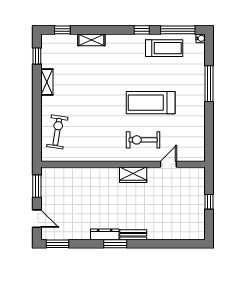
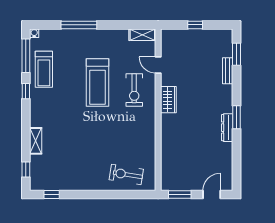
treadmill: (164, 48) -> (44, 69), turned 180
shelving: (47, 82) -> (142, 35), moved
bench: (133, 235) -> (228, 71), moved
window: (58, 244) -> (236, 54), moved

